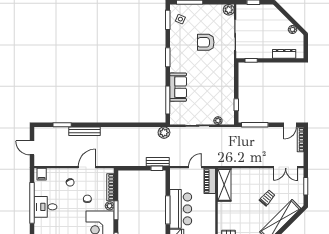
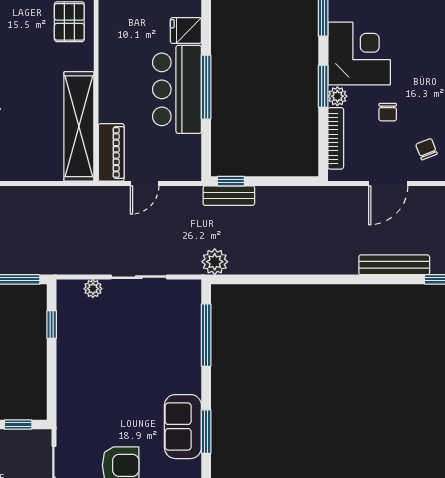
sofa: (178, 87) -> (183, 427), moved
shelving: (224, 185) -> (79, 126), width x1.47

